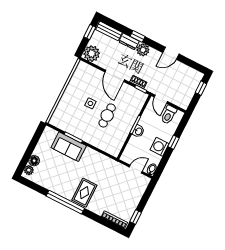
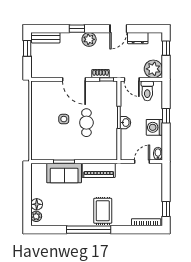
dresser: (129, 41) -> (138, 38), moved
plant: (92, 54) -> (153, 69), moved
piano: (98, 159) -> (99, 170), added

